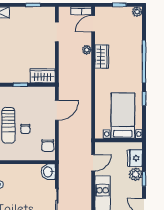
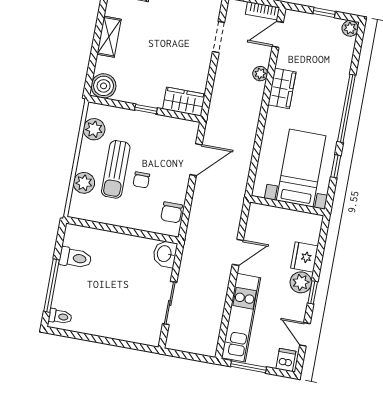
bed with nightstands: (123, 116) -> (301, 168), moved
wall: (119, 140) -> (287, 206), moved

